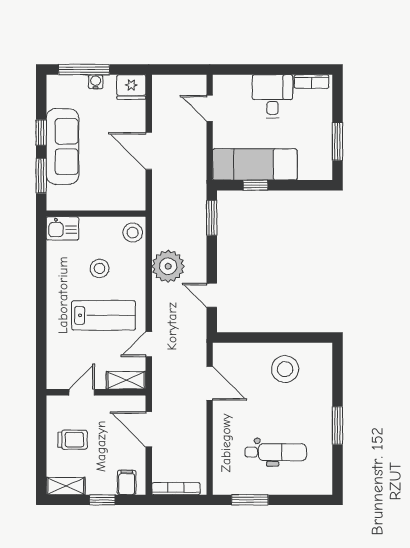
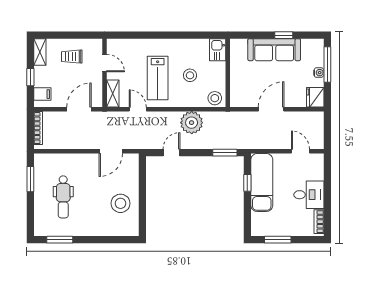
door: (210, 108) -> (300, 151), hinge flipped
window: (41, 176) -> (254, 35), removed
window: (338, 425) -> (60, 240), moved
trolley: (72, 440) -> (72, 57), turned 90

